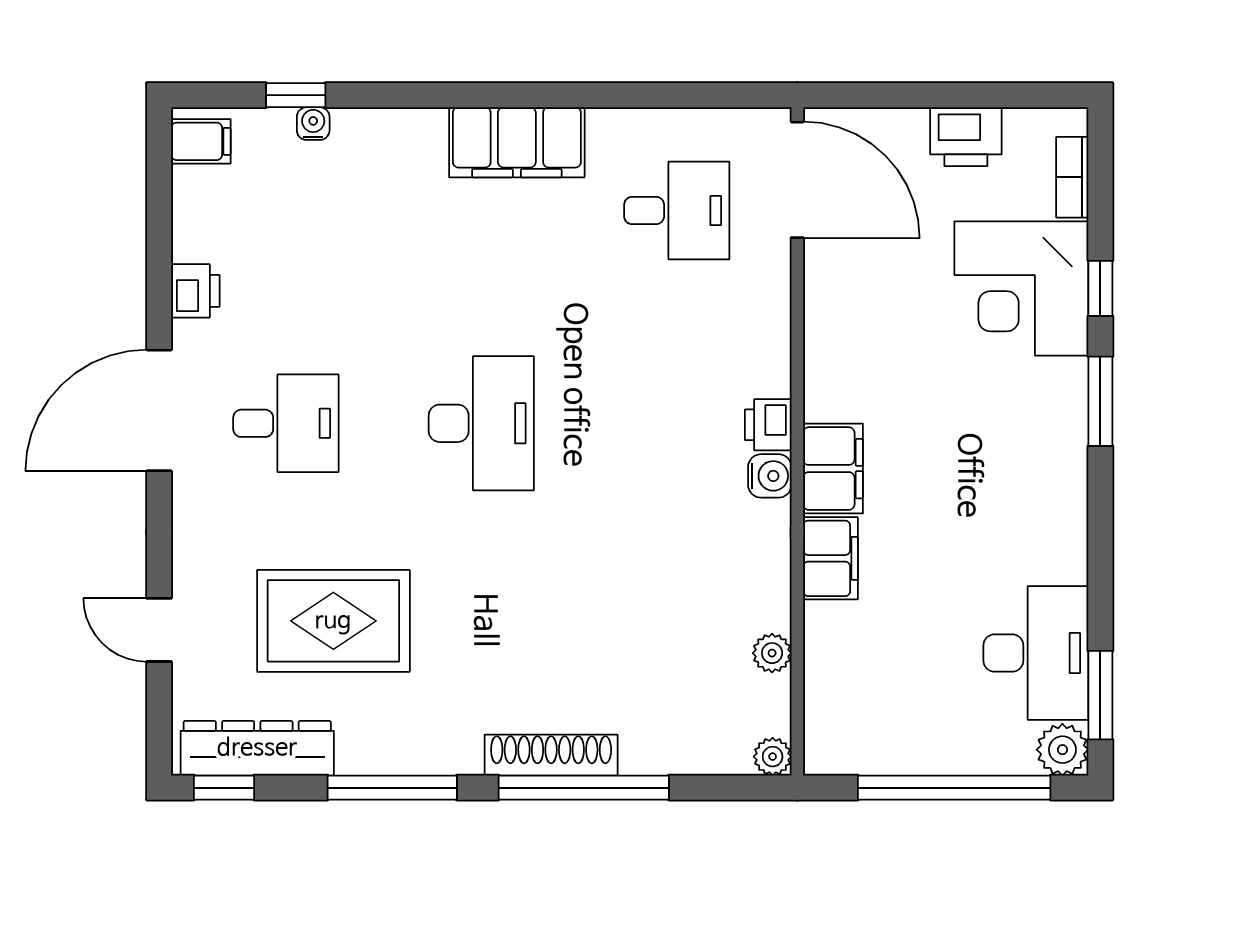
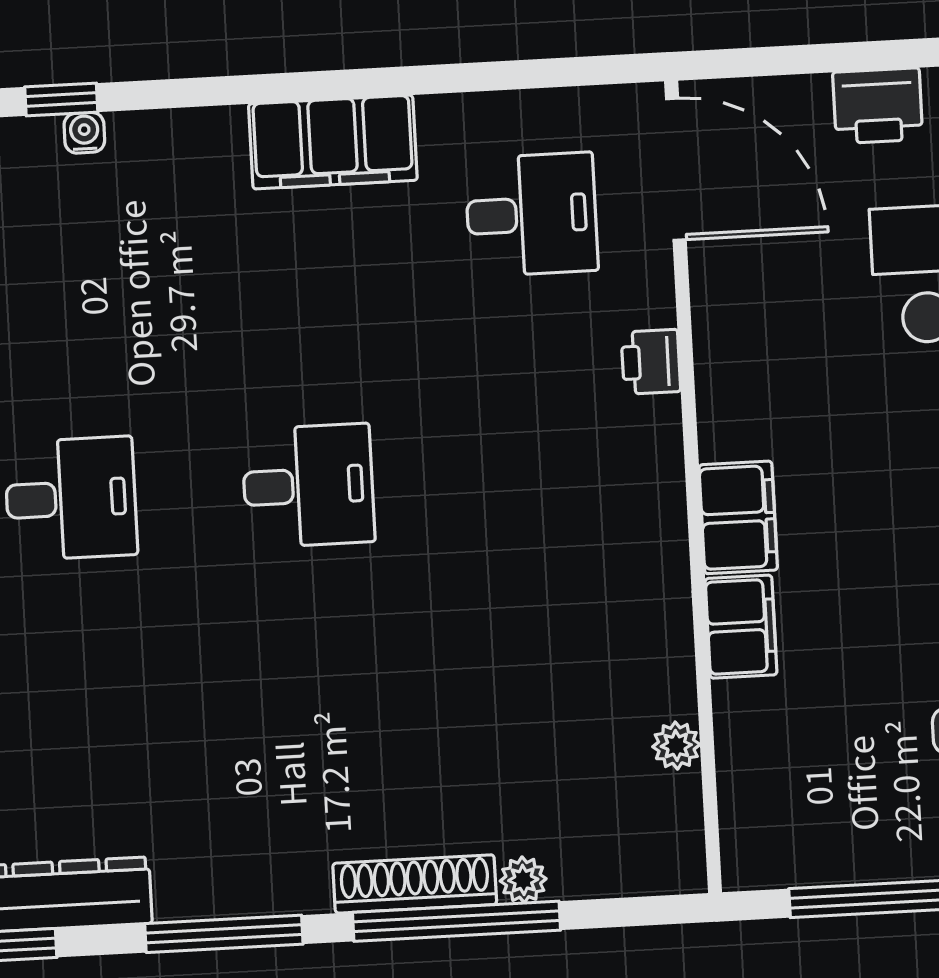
desk: (481, 423) -> (308, 486), width x0.73
printer: (768, 425) -> (651, 362), moved
water cooler: (770, 476) -> (662, 531), removed
rug: (333, 621) -> (142, 735), removed
plant: (773, 757) -> (523, 880), moved

